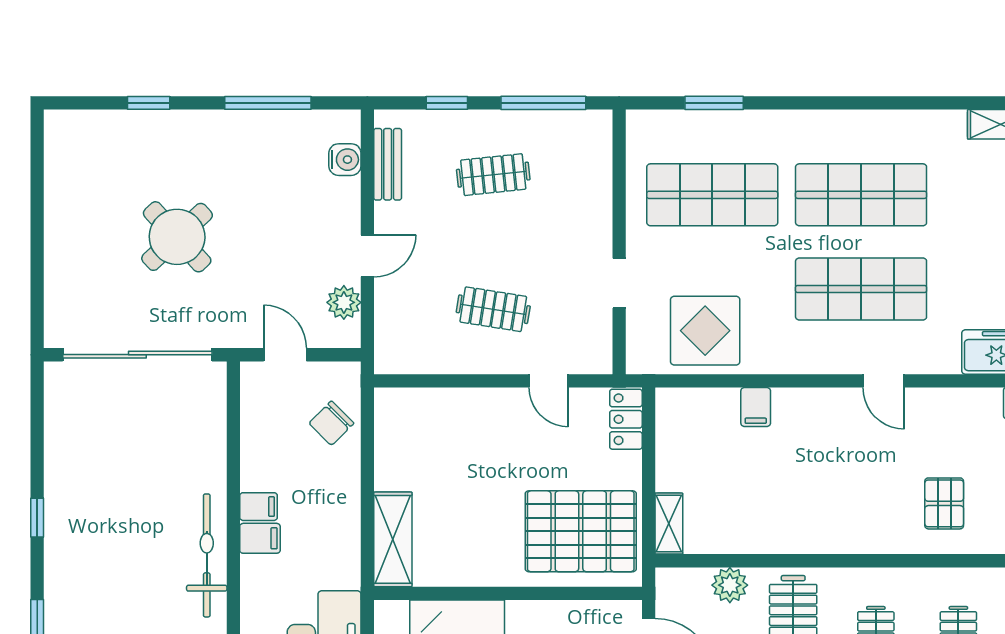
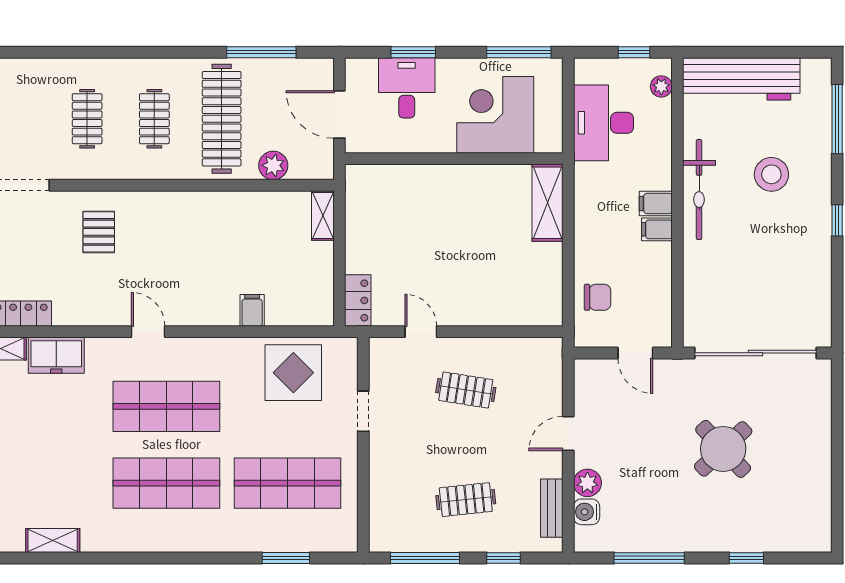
plant: (344, 302) -> (587, 483), moved
chair: (331, 423) -> (598, 297), turned 45
pallet: (581, 531) -> (395, 209), removed
stool: (118, 574) -> (771, 174), added

